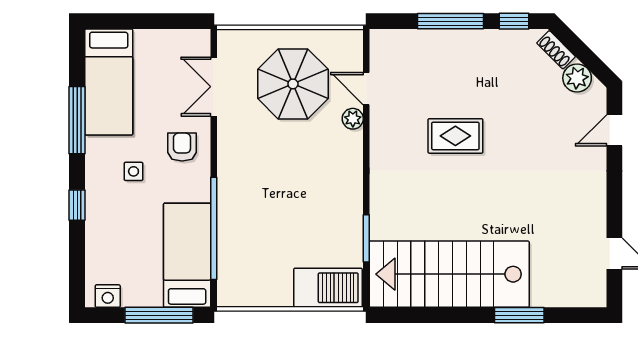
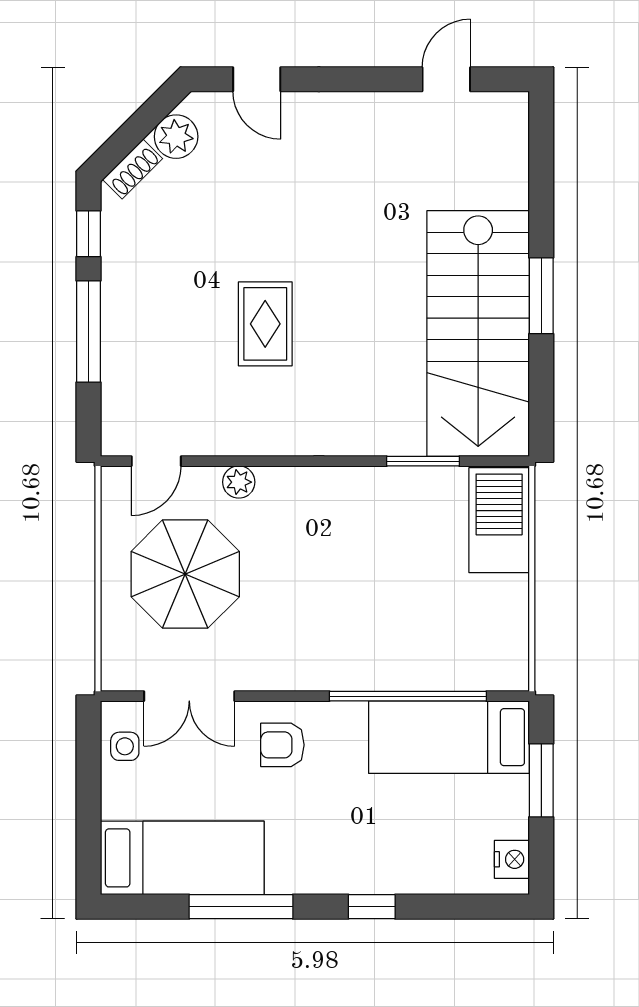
door: (366, 89) -> (156, 461), moved
side table: (134, 171) -> (125, 746), moved
window: (159, 315) -> (541, 780), width x0.69
window: (519, 315) -> (541, 296), moved

